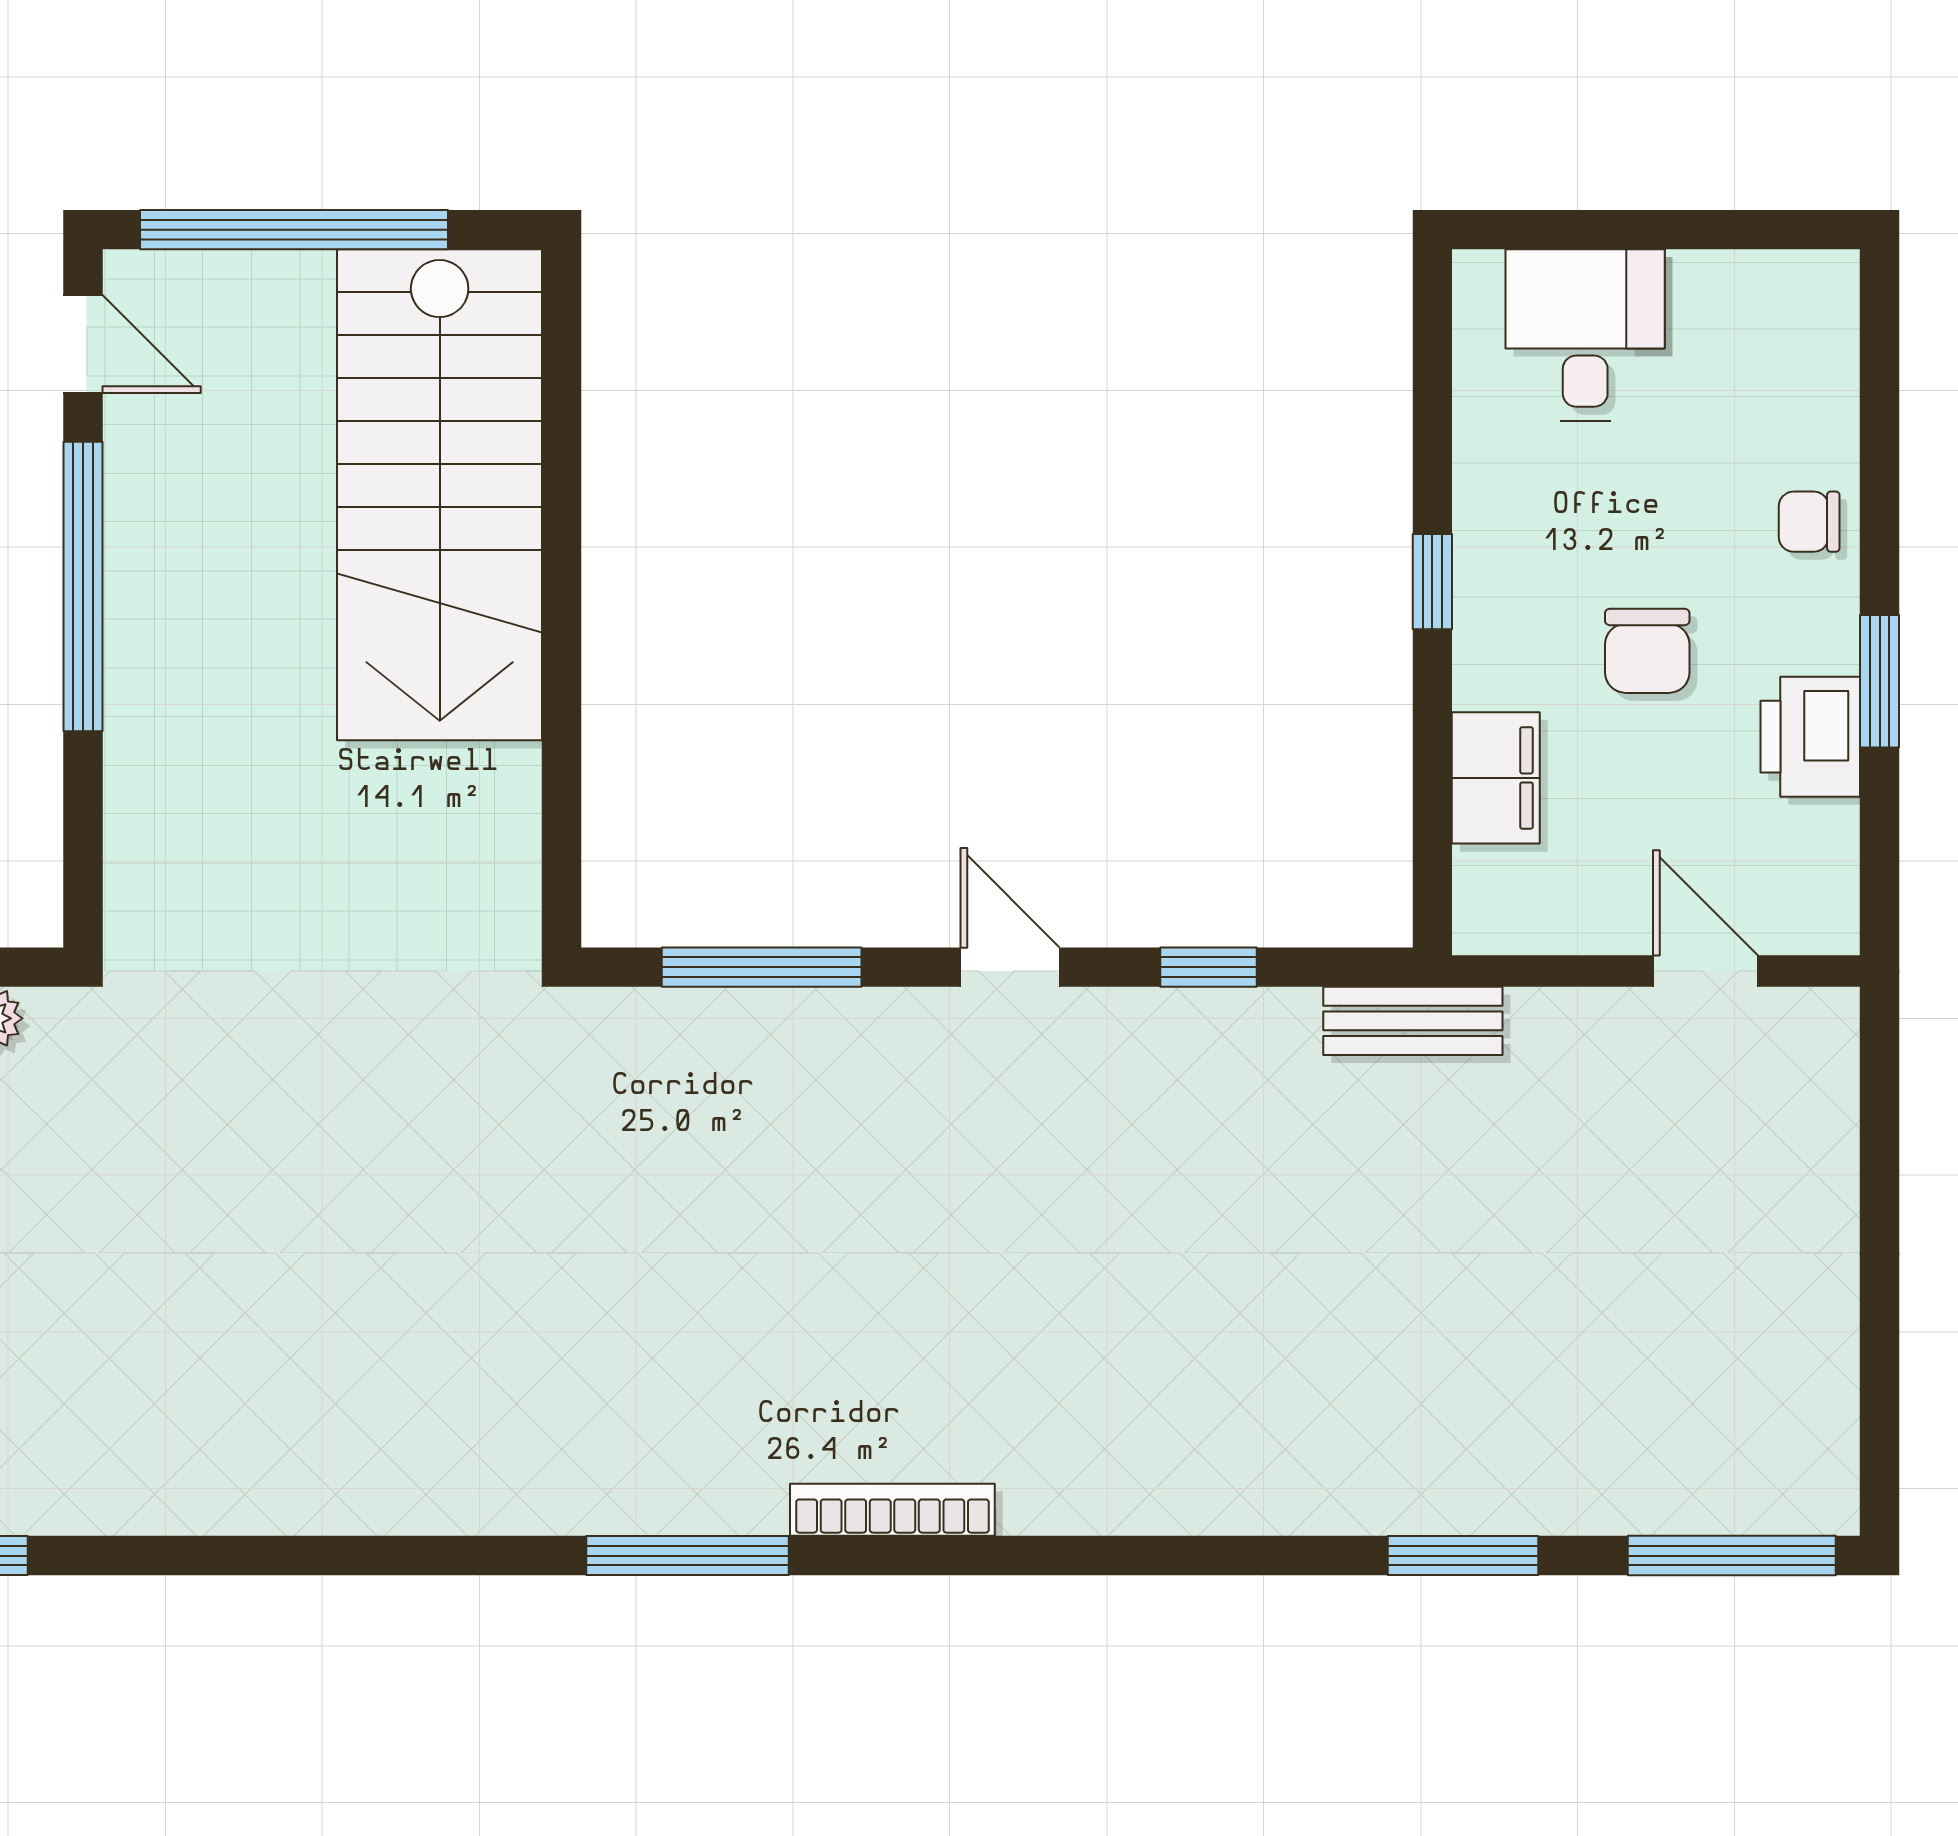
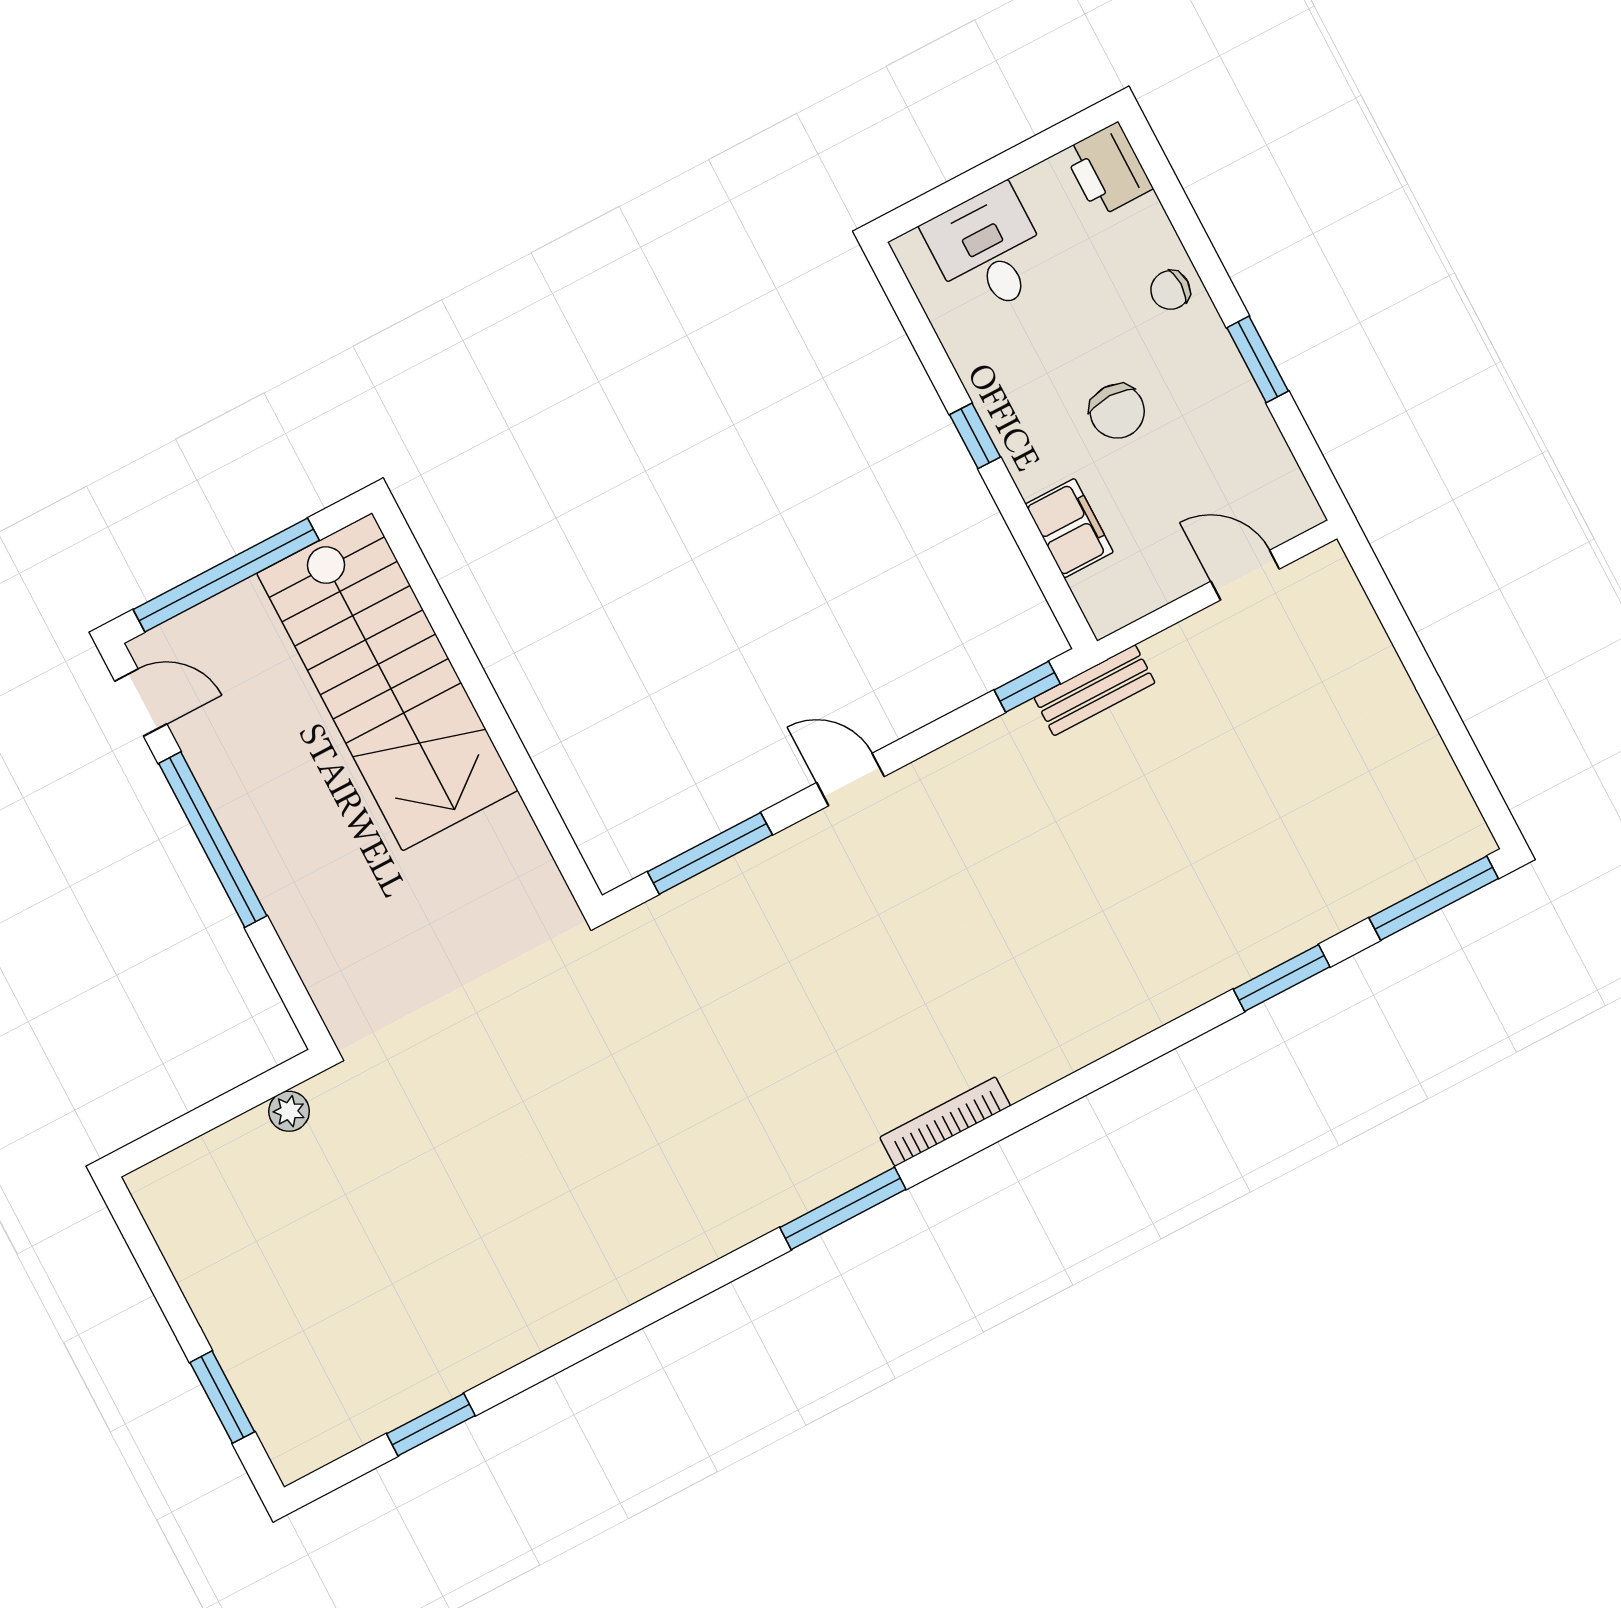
printer: (1810, 737) -> (1108, 170), moved
window: (1208, 967) -> (1027, 687), moved

